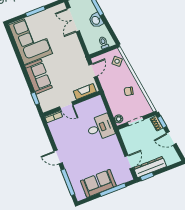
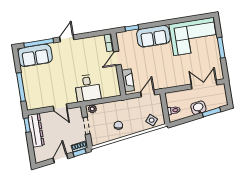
door: (93, 70) -> (148, 93), swing flipped
door: (129, 162) -> (60, 107), moved
sofa: (98, 183) -> (35, 55), moved, turned 90

